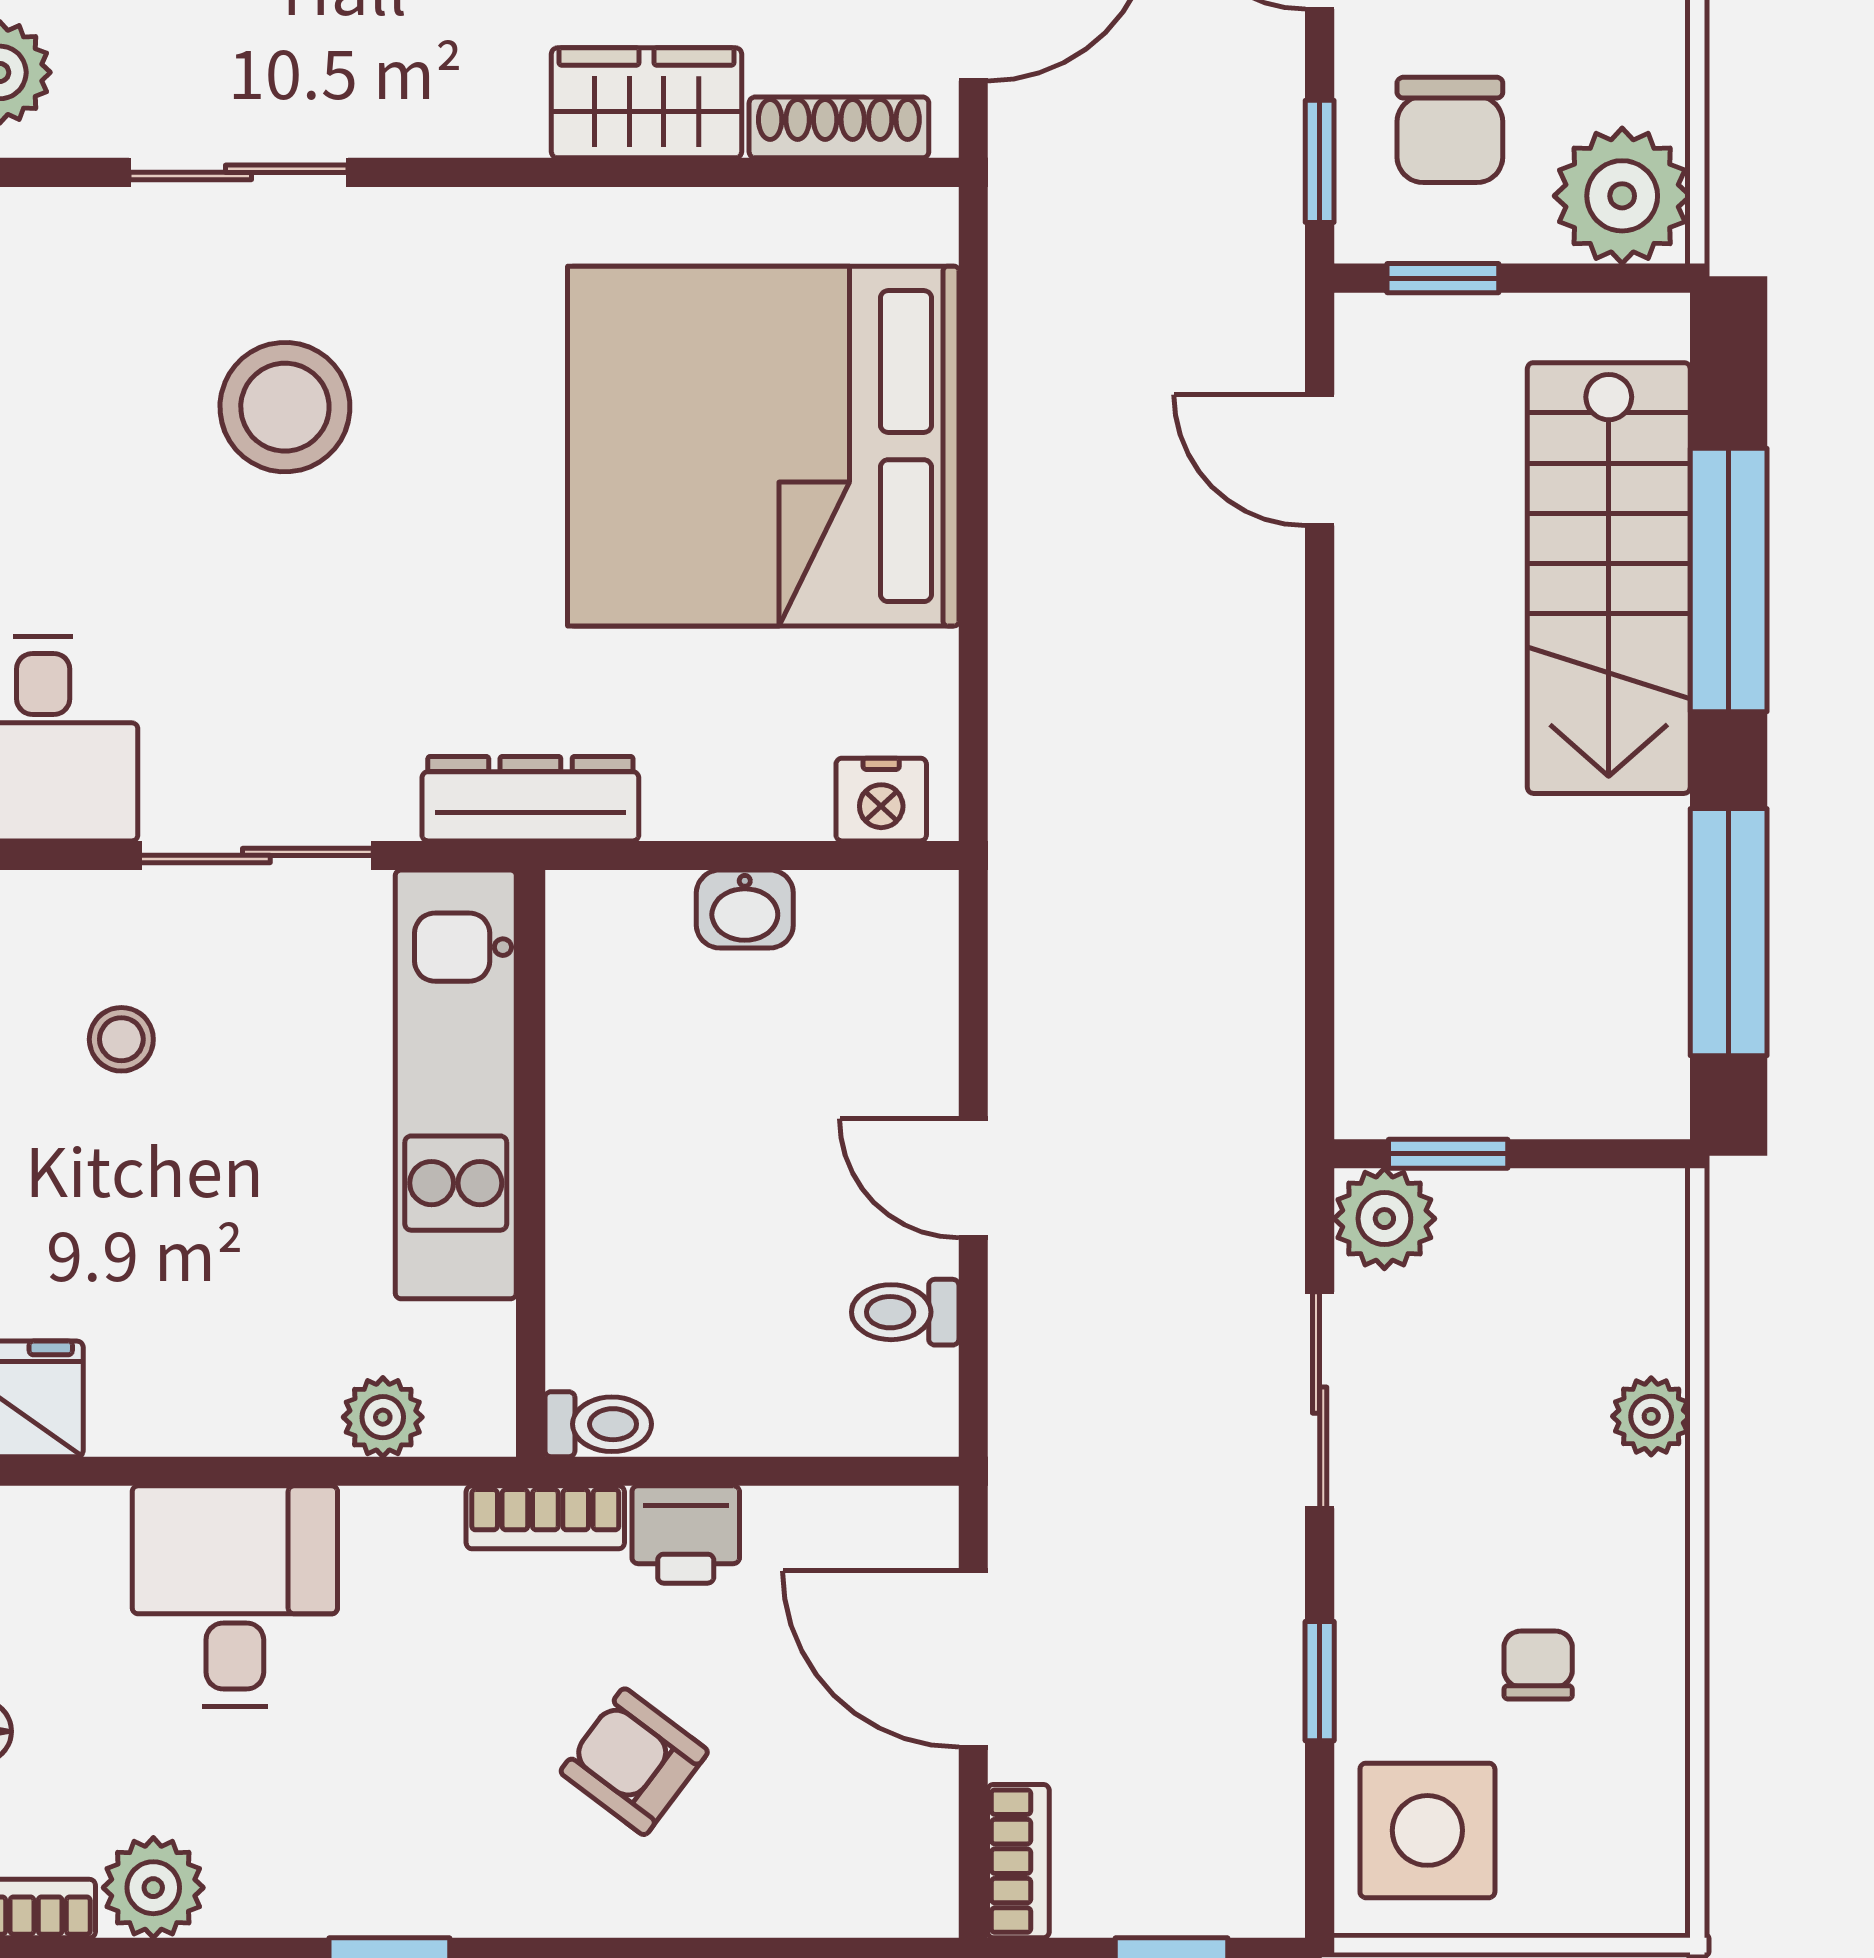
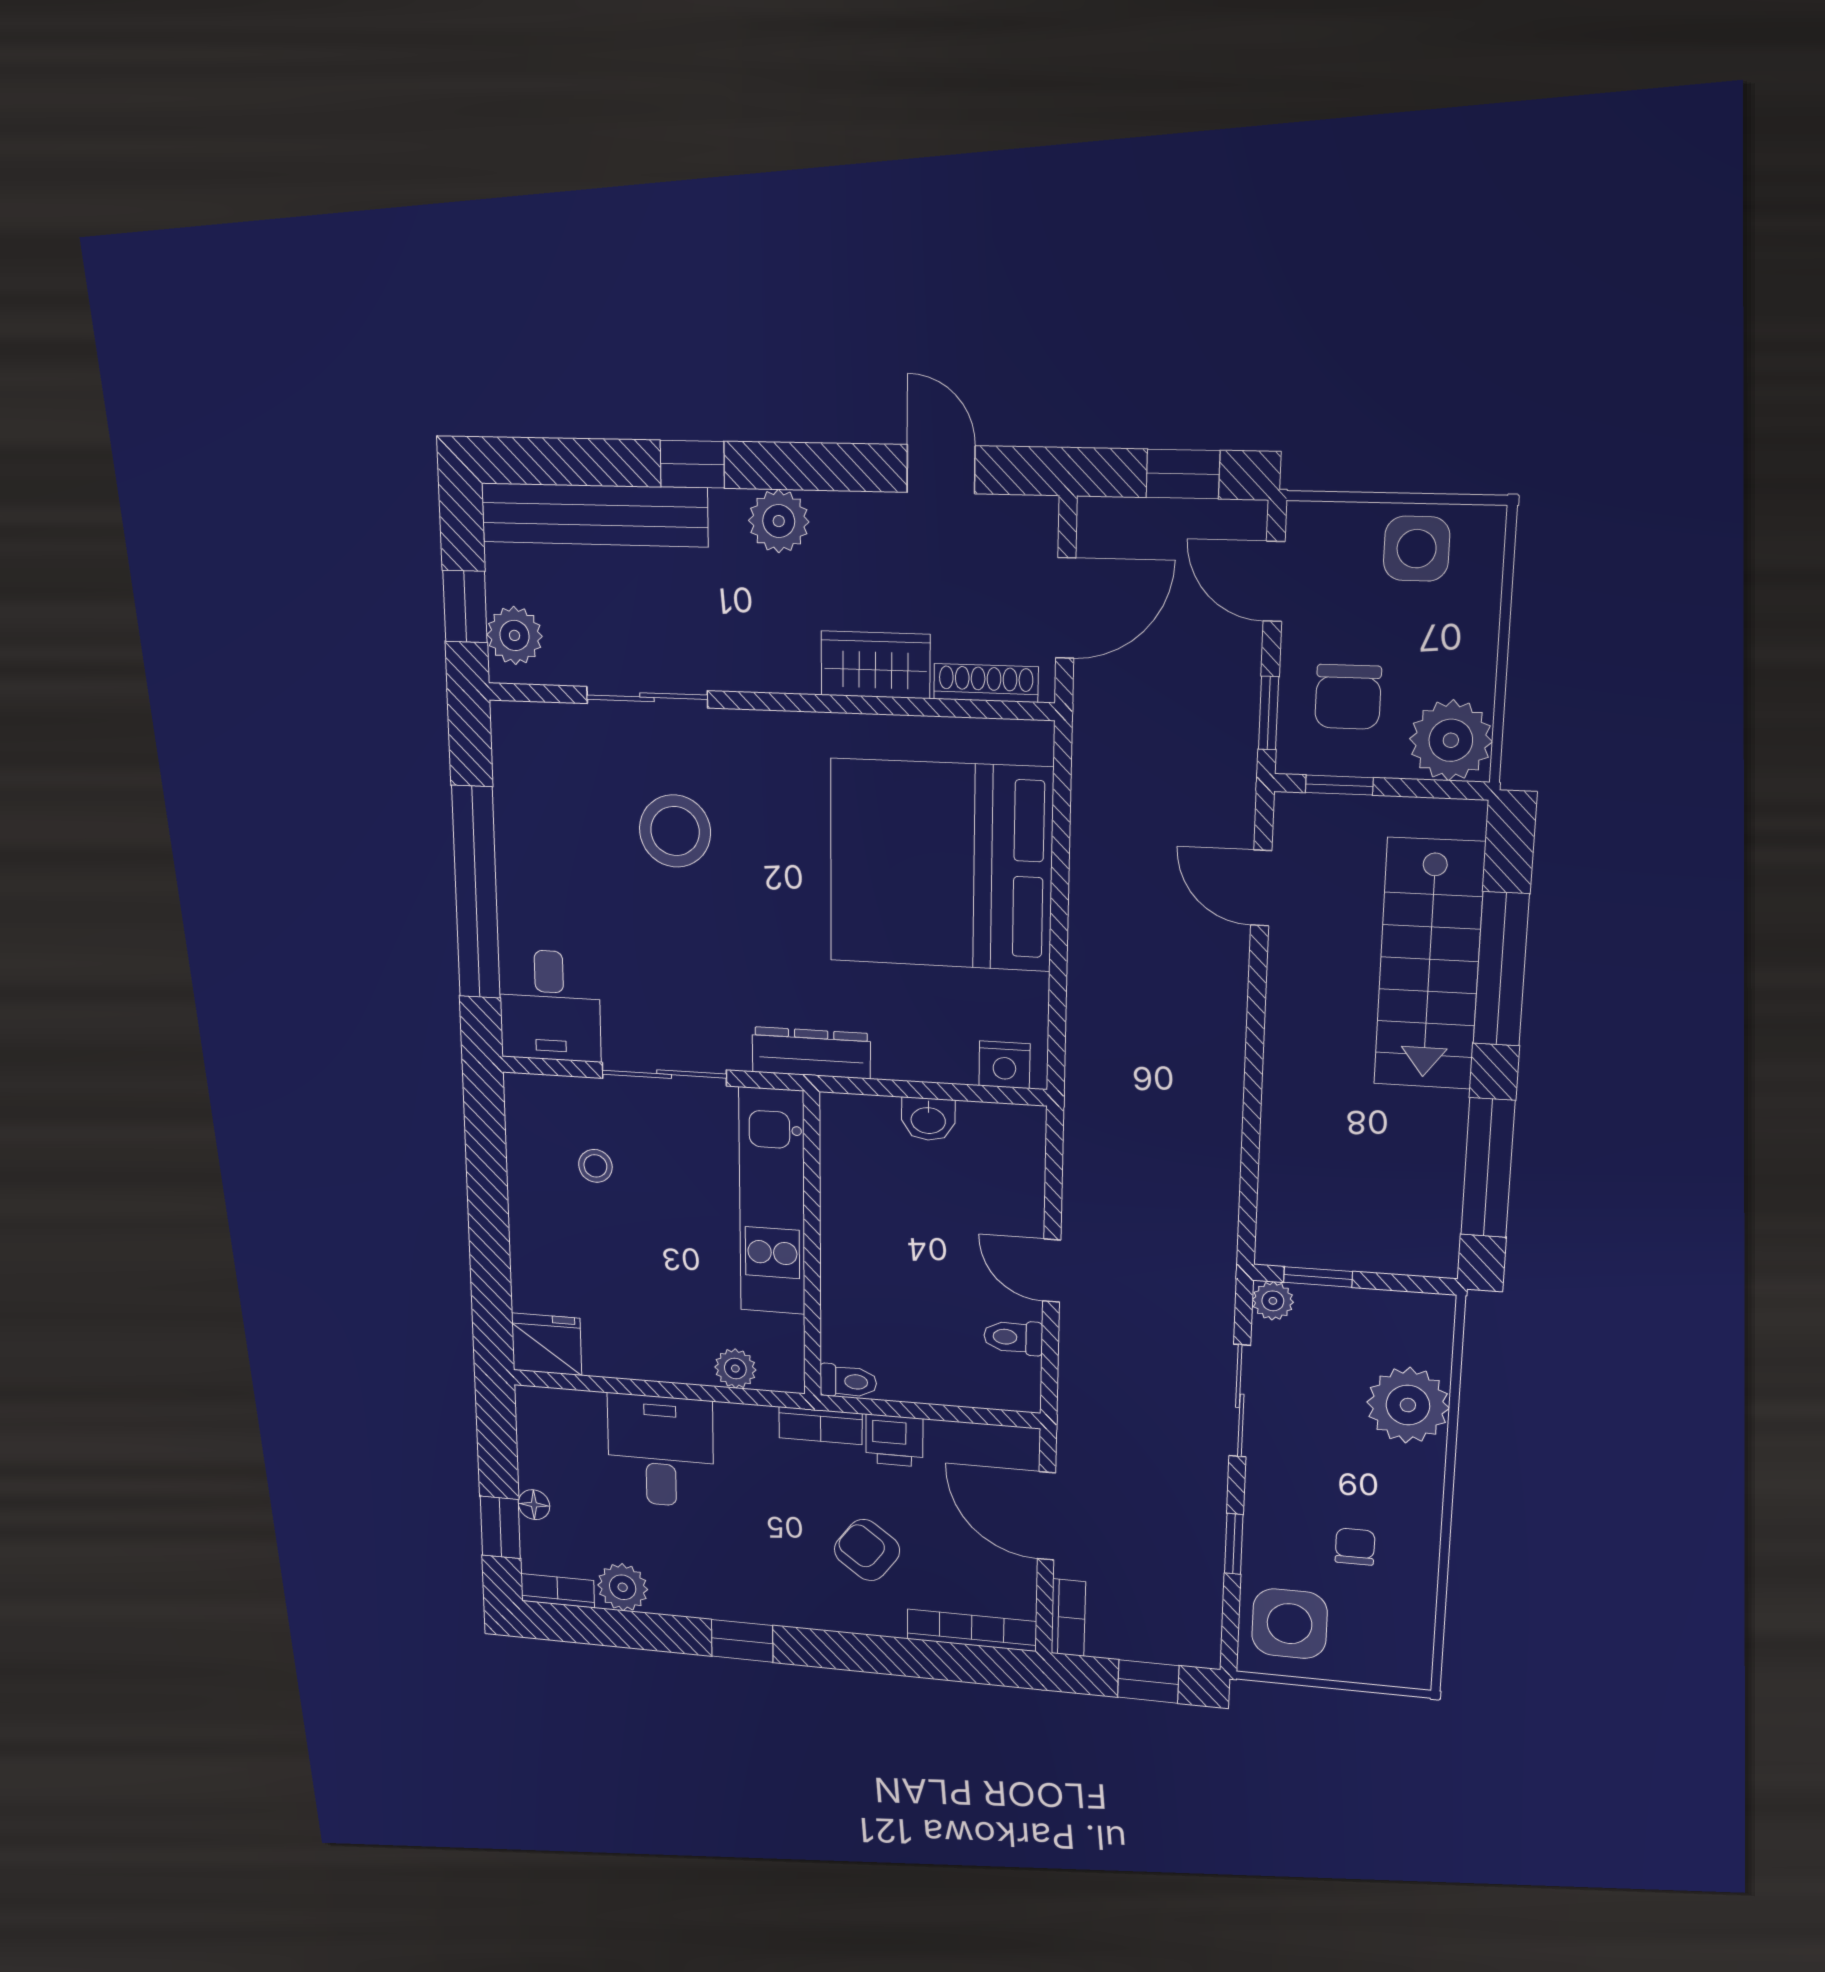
plant: (1384, 1219) -> (1273, 1301), width x0.73, depth x0.73
plant: (1651, 1416) -> (1408, 1405), width x1.87, depth x1.87
bookcase: (836, 1906) -> (972, 1630), added

